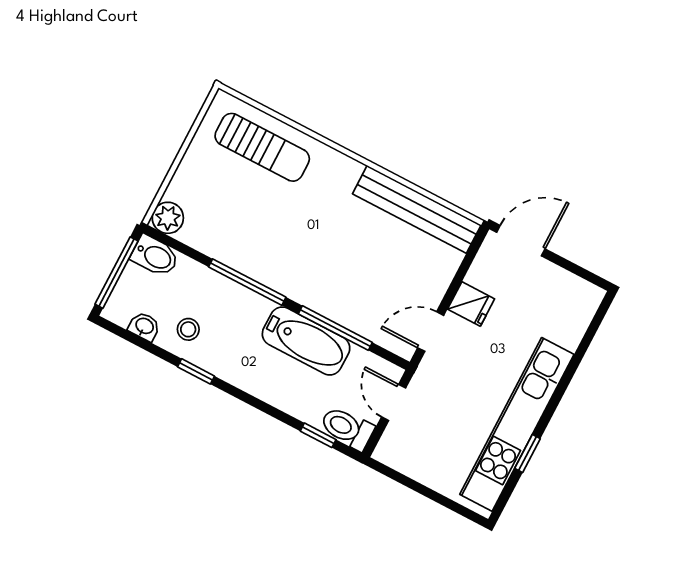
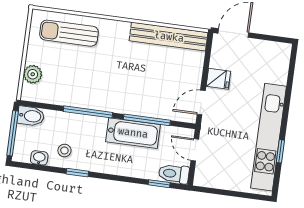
sun lounger: (262, 147) -> (69, 33), turned 180
plant: (168, 218) -> (33, 74), moved

